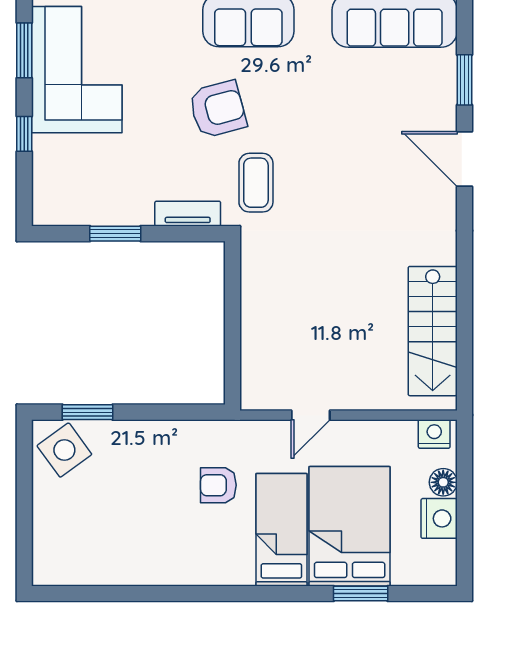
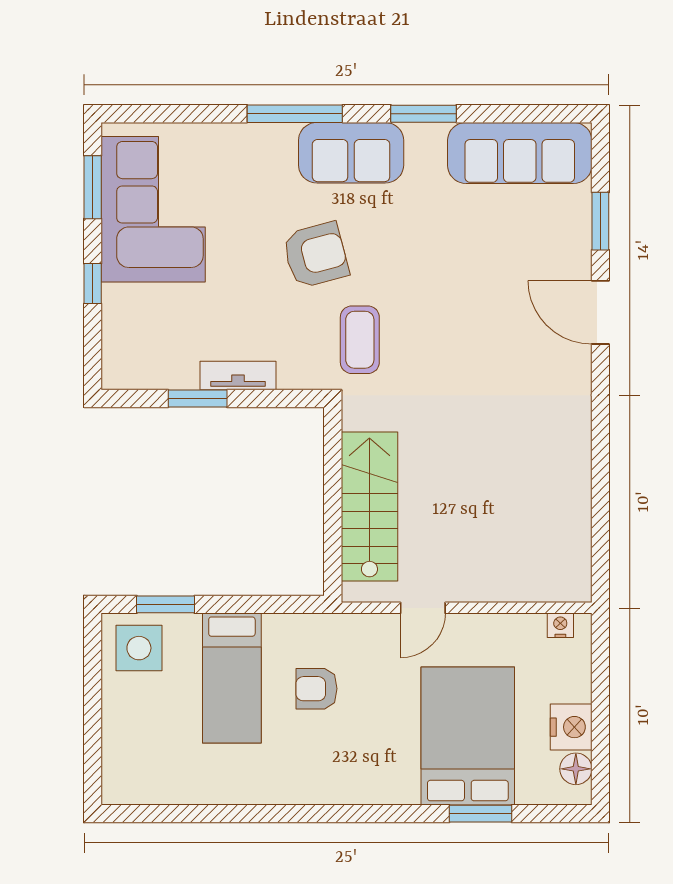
tv unit: (188, 214) -> (238, 375), moved
stairs: (433, 331) -> (369, 506), moved, turned 180
nightstand: (434, 434) -> (560, 625), width x0.72, depth x0.74
side table: (64, 450) -> (139, 648), turned 36
floor lamp: (443, 482) -> (576, 769), moved
bed: (281, 530) -> (232, 678), moved, turned 180

